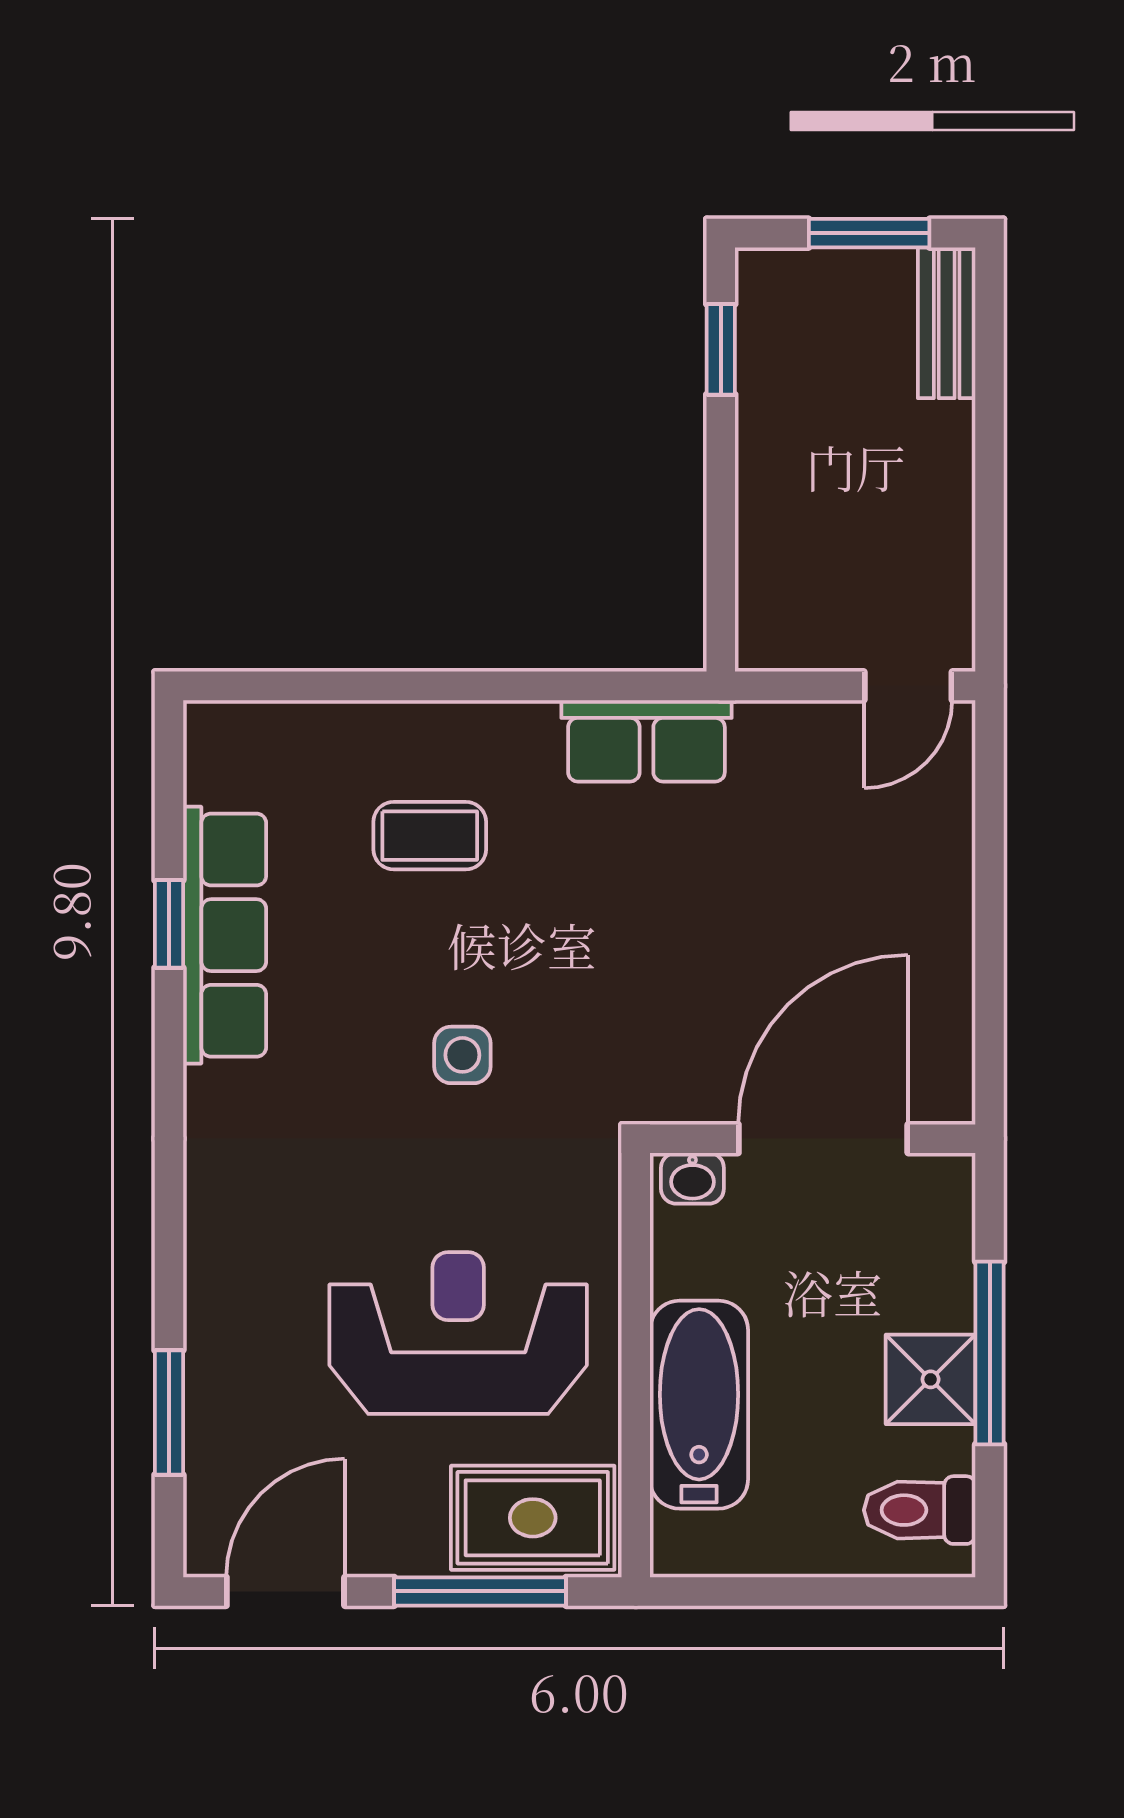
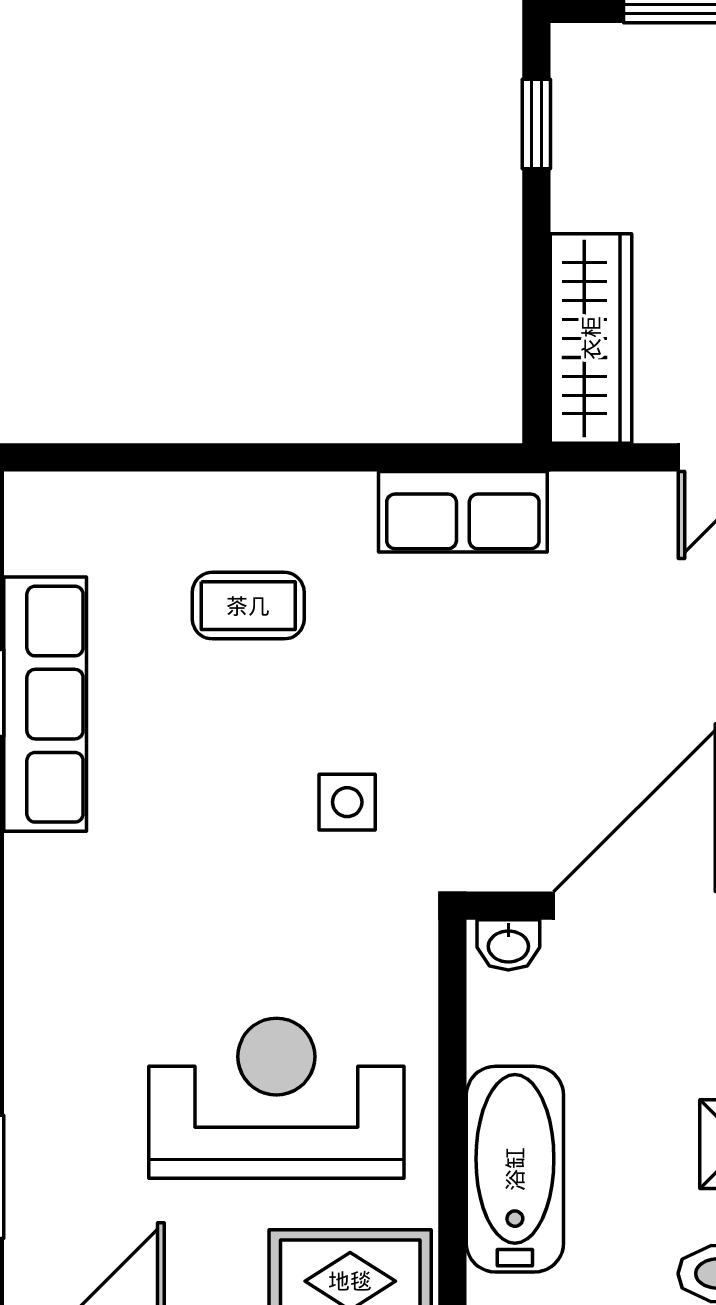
wardrobe: (776, 566) -> (591, 338), added
side table: (462, 1055) -> (347, 802), moved

